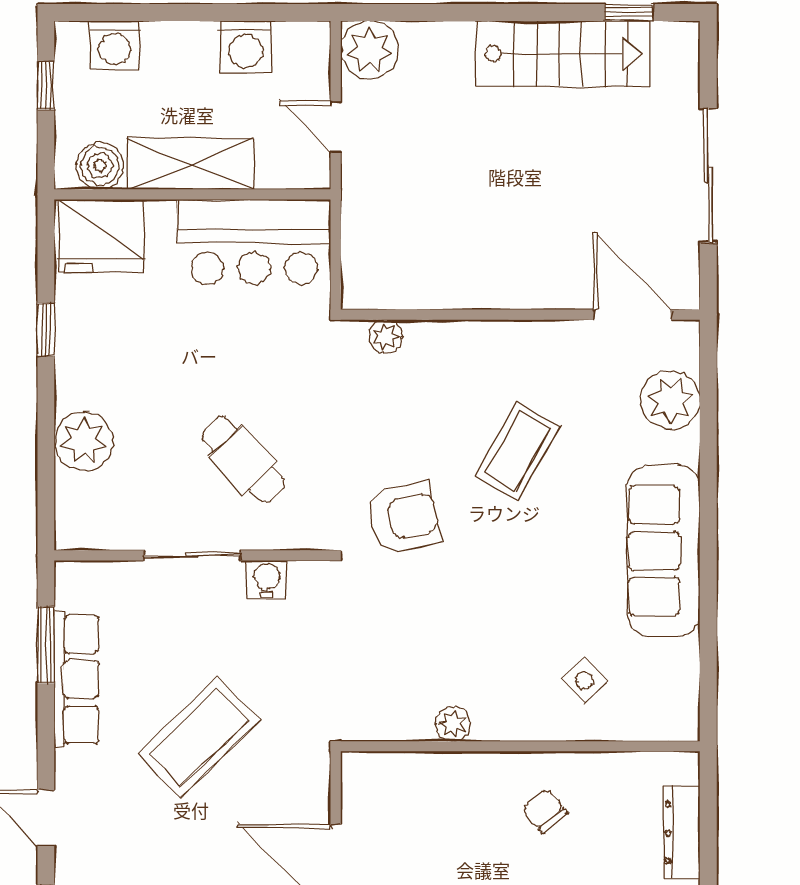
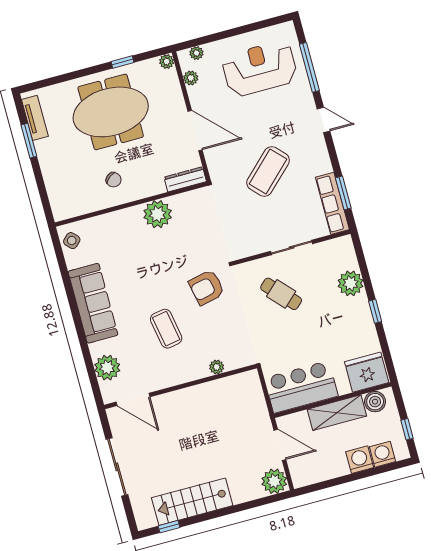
washing machine: (246, 47) -> (360, 460), moved
door: (336, 127) -> (280, 445), width x1.38
window: (46, 329) -> (375, 311), moved
plant: (385, 336) -> (217, 367), moved
coffee table: (517, 451) -> (166, 329), turned -40
water cooler: (267, 580) -> (257, 246), removed
row of seats: (76, 679) -> (332, 203), moved
side table: (584, 680) -> (72, 241), moved
plant: (453, 724) -> (158, 214), width x1.88, depth x1.88
dresser: (682, 833) -> (185, 179), moved, turned -90

